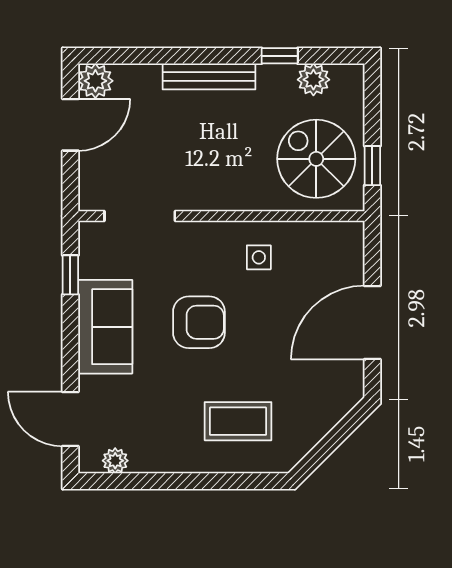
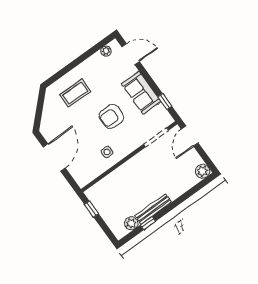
bench: (209, 76) -> (153, 209), moved
door: (70, 125) -> (190, 136), moved
spiral stairs: (316, 159) -> (112, 198), removed

